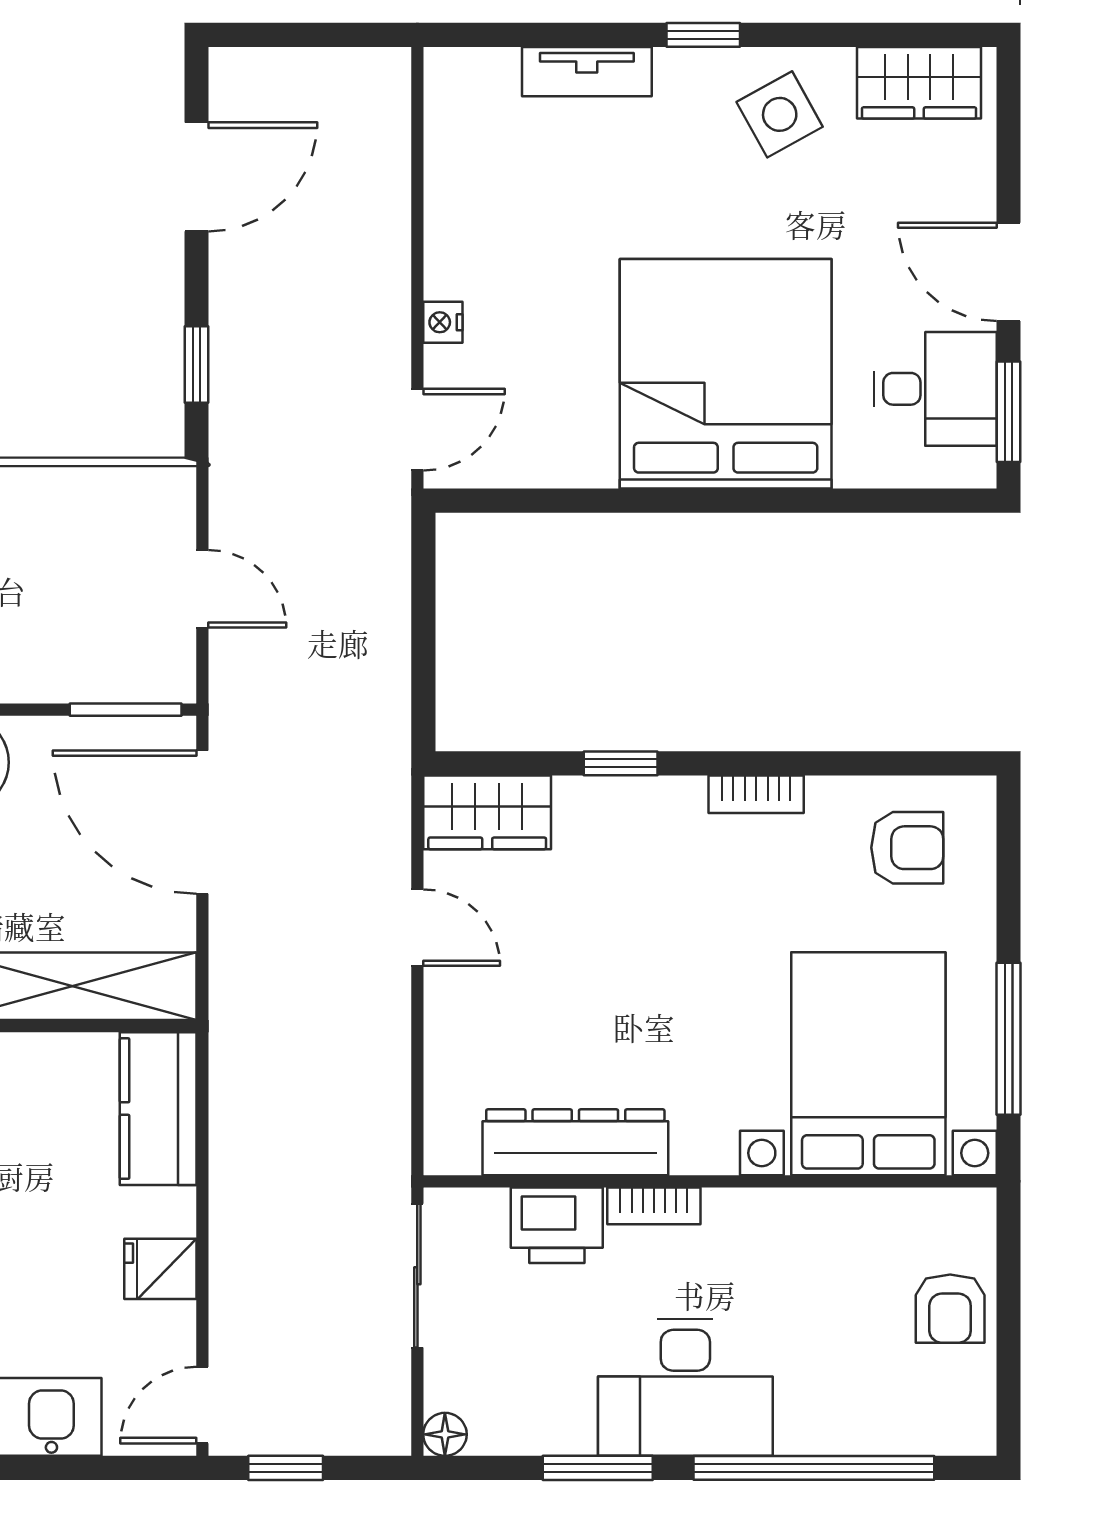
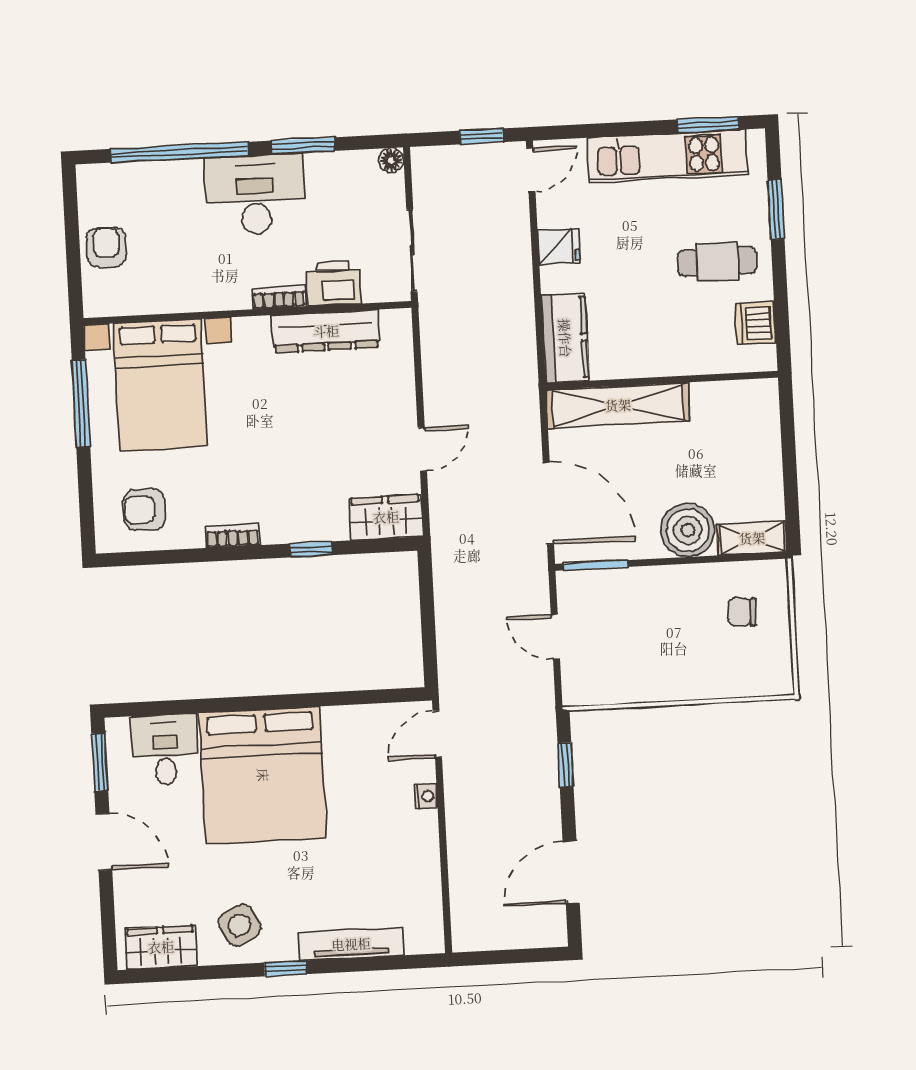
tv unit: (587, 72) -> (351, 944), width x1.41
desk: (935, 389) -> (165, 750), moved, turned 90
door: (417, 928) -> (422, 449), swing flipped

